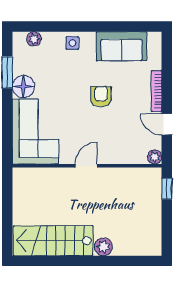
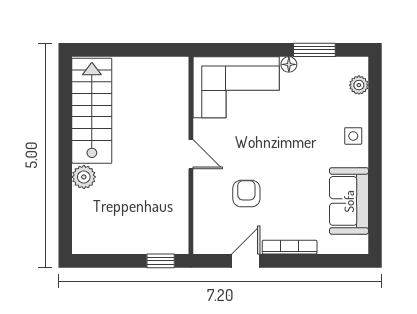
floor lamp: (23, 86) -> (289, 64), width x0.53, depth x0.53
armchair: (101, 96) -> (246, 194), moved, turned -90
plant: (155, 157) -> (203, 245), removed

